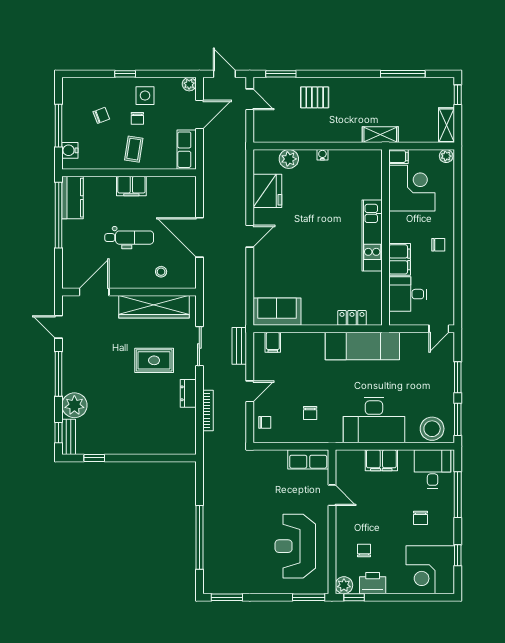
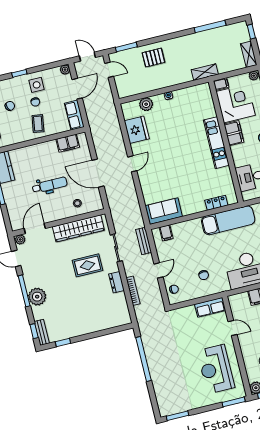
filing cabinet: (131, 186) -> (68, 143), moved
filing cabinet: (400, 259) -> (234, 133), moved
plant: (70, 302) -> (20, 239), added
plant: (74, 405) -> (37, 297), moved
window: (199, 537) -> (144, 359), moved

